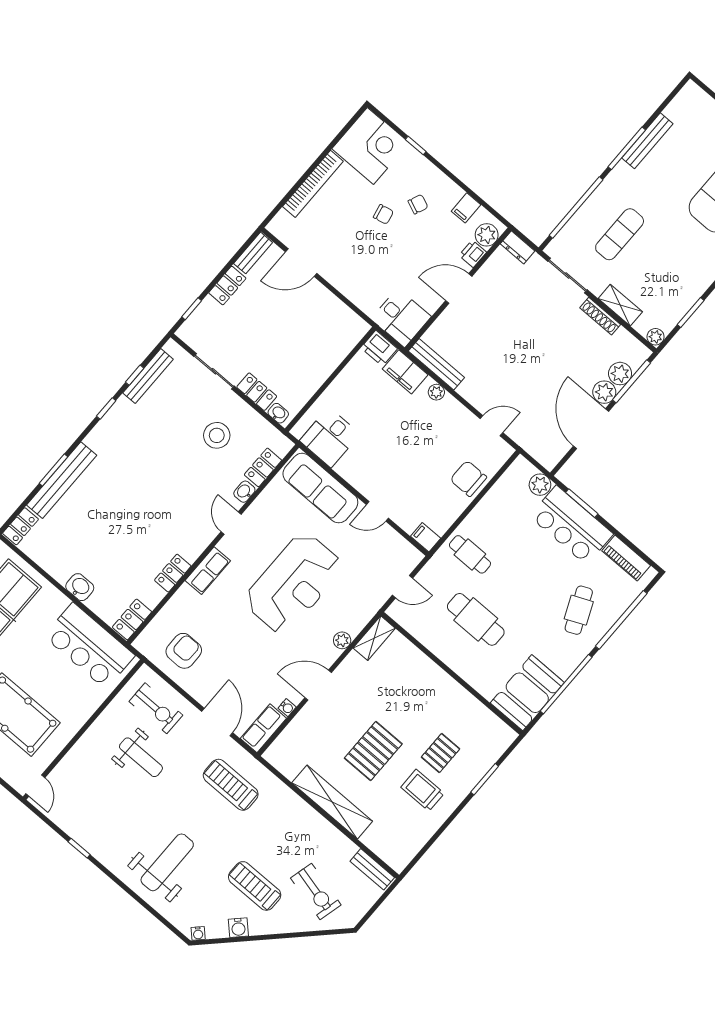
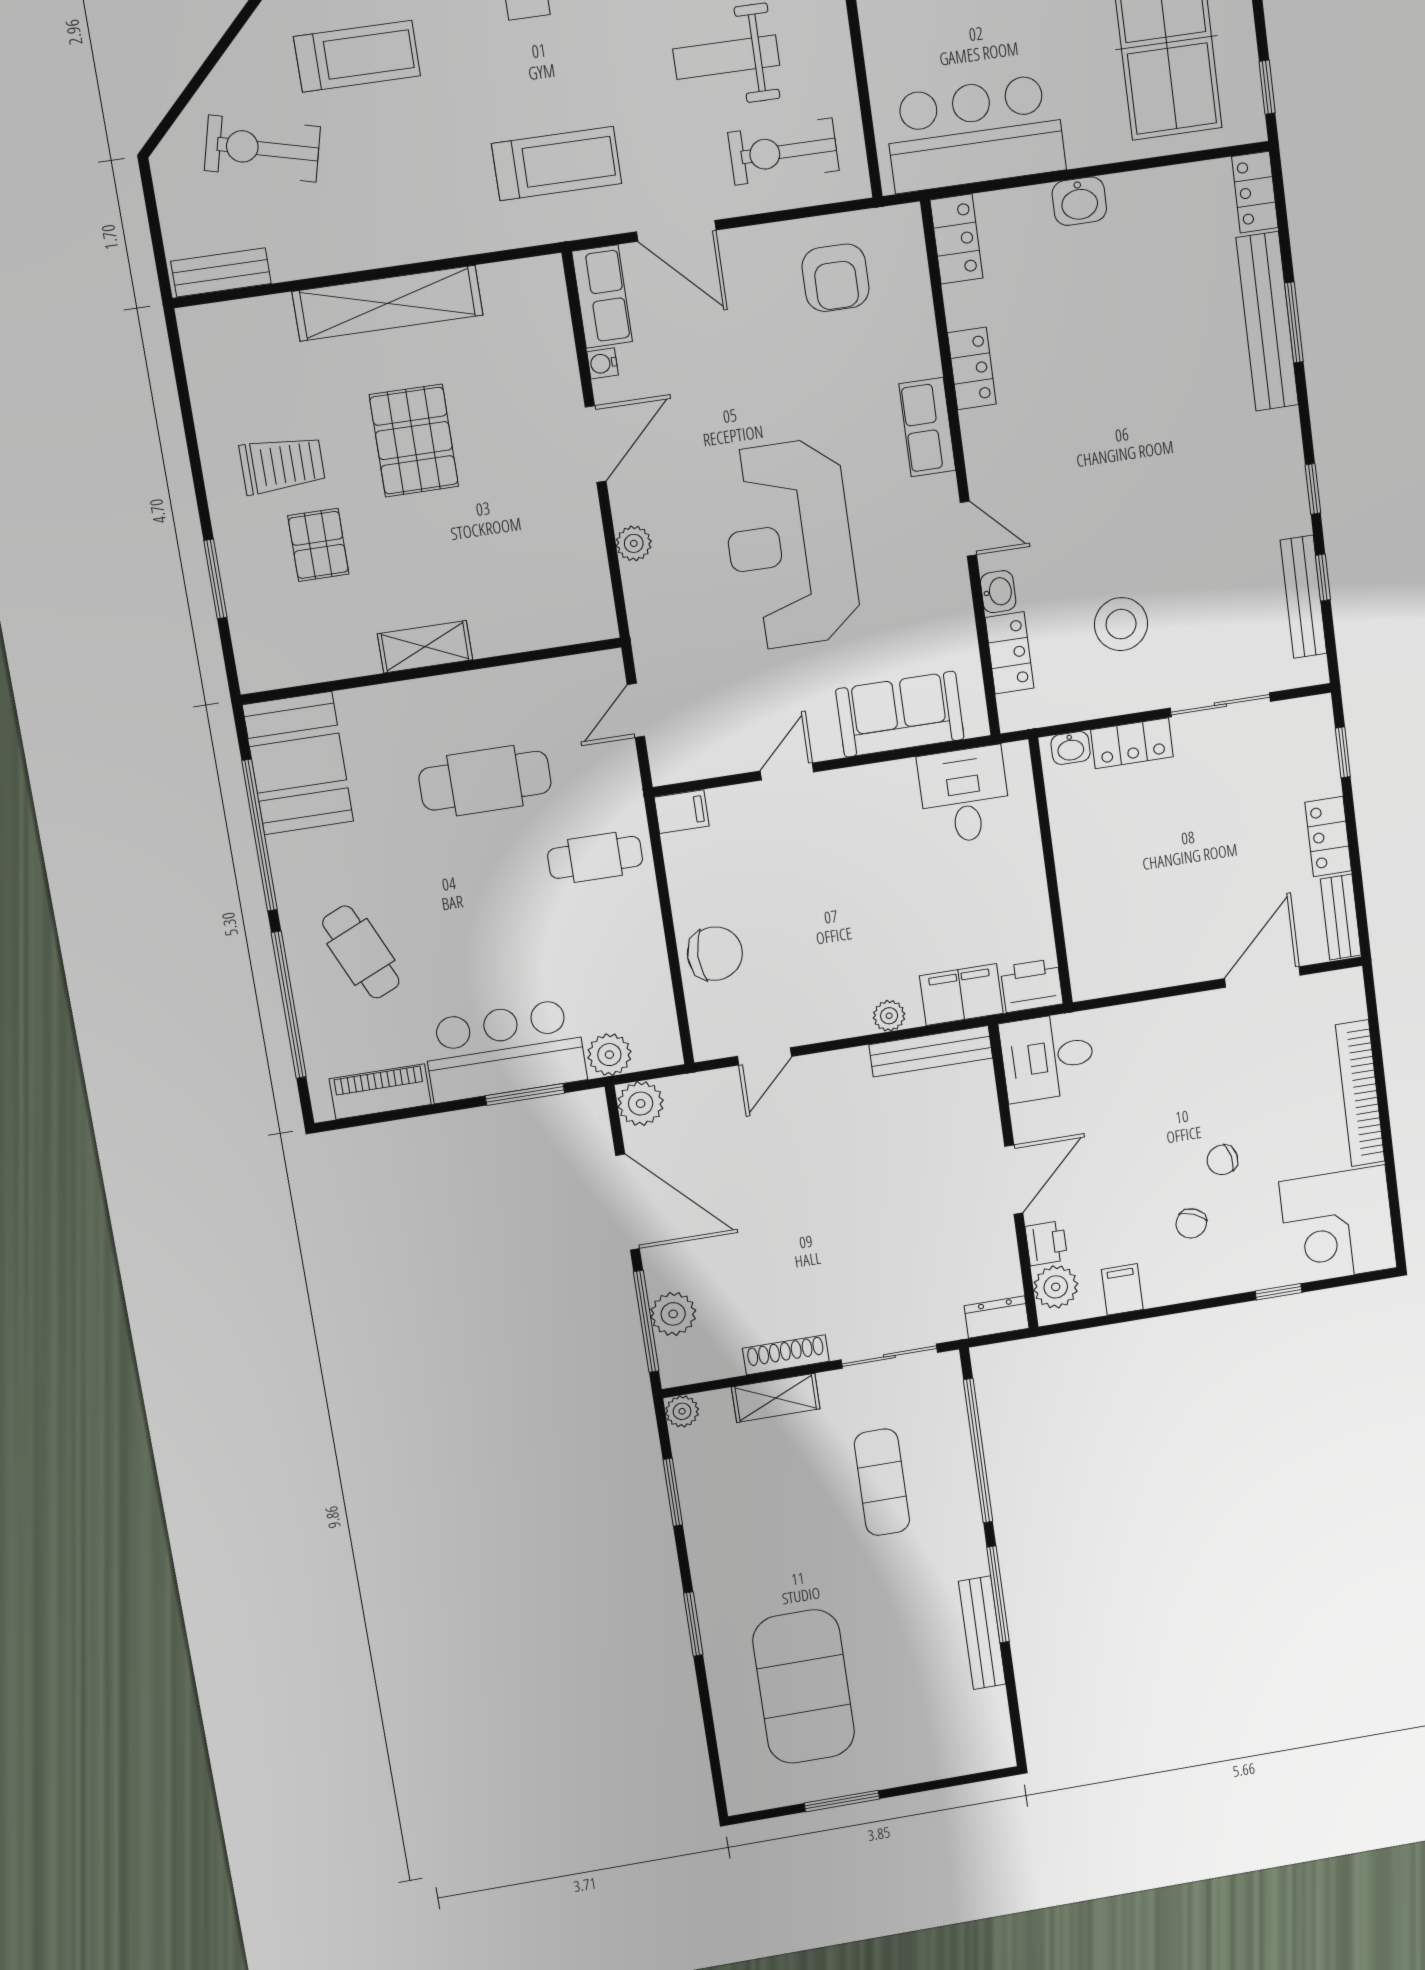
plant: (604, 392) -> (641, 1104), moved
sofa: (320, 488) -> (900, 714), width x0.73
shelving: (374, 638) -> (425, 647), moved, turned 90

